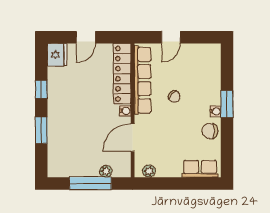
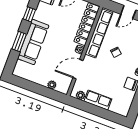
sofa: (60, 124) -> (33, 42), added
row of seats: (200, 169) -> (98, 100), moved
window: (90, 183) -> (39, 89), removed

